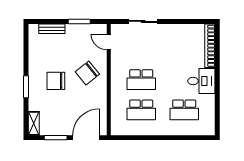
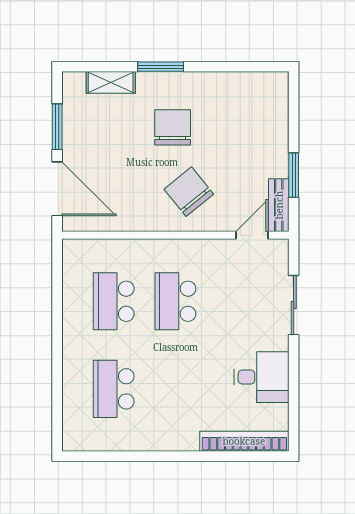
bench: (52, 29) -> (279, 205), moved
desk: (201, 81) -> (261, 377), moved, turned -90
shelving: (34, 123) -> (111, 82), moved

